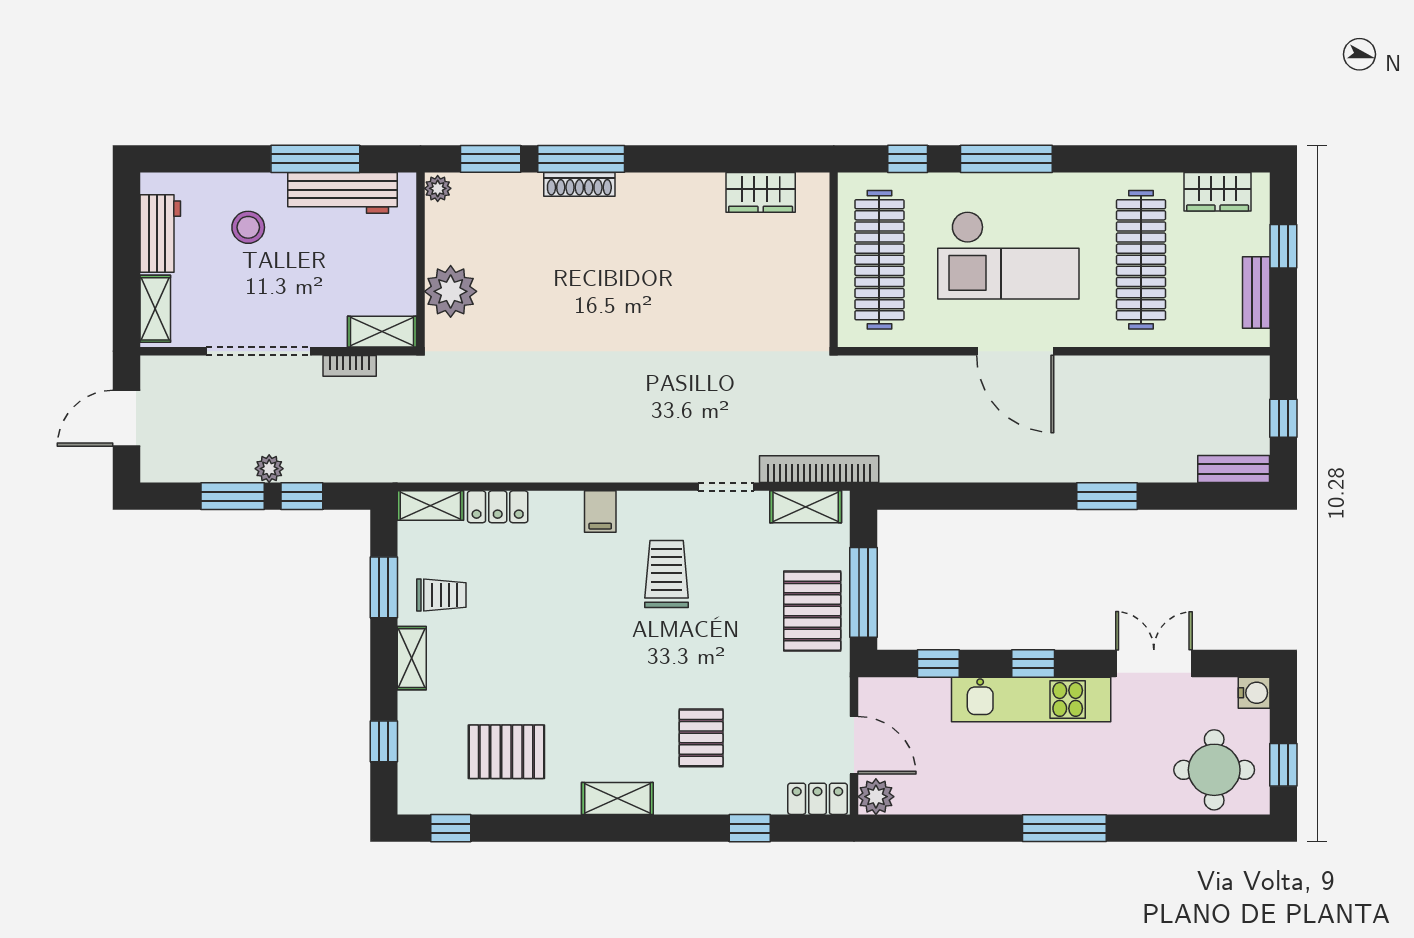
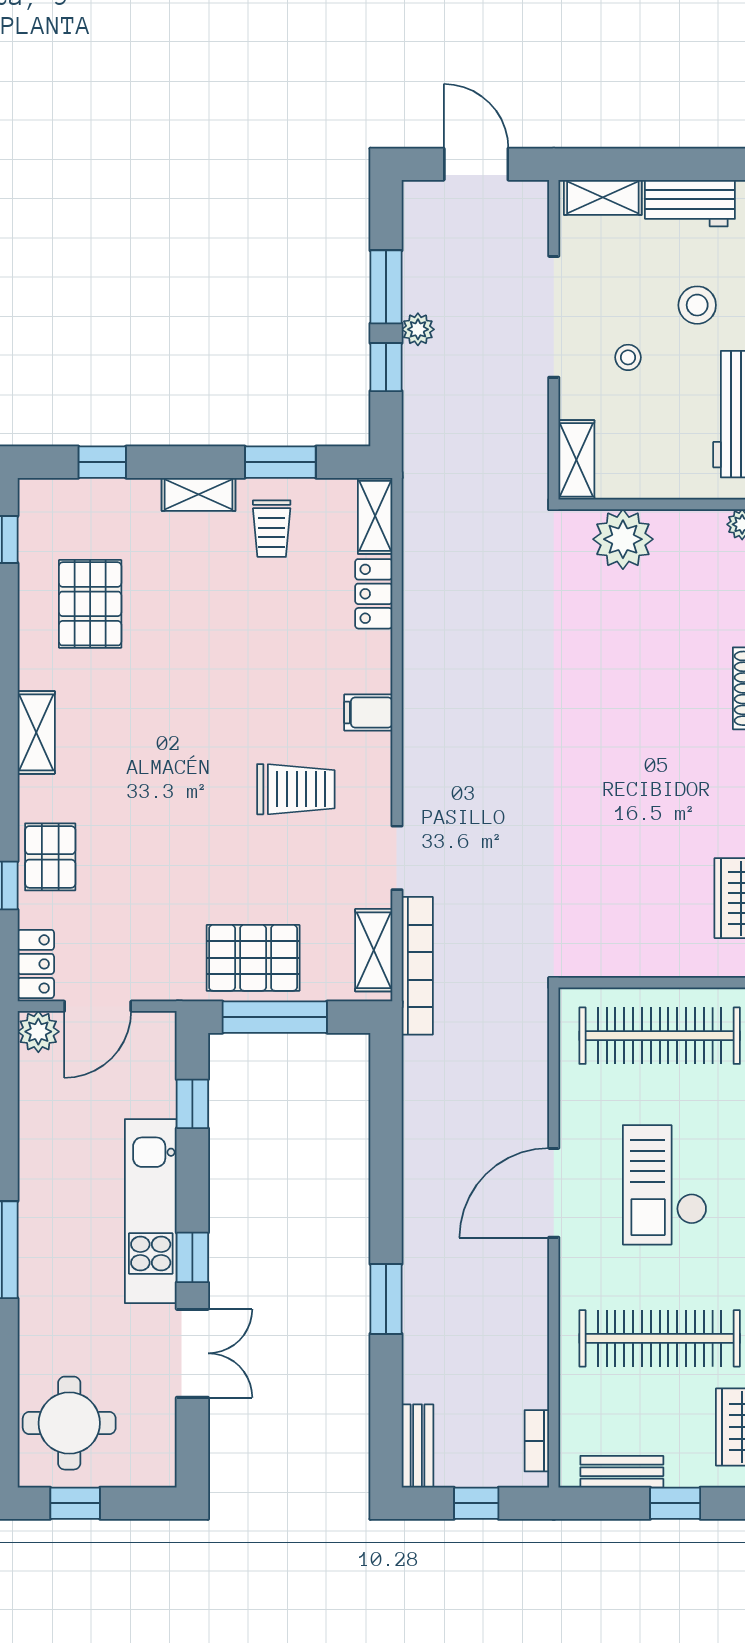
checkout: (1008, 255) -> (665, 1185), width x0.73, depth x0.83
stool: (293, 287) -> (628, 357), added
bookcase: (350, 366) -> (537, 1441), moved
window: (1033, 663) -> (192, 1257), moved
water cooler: (1254, 693) -> (158, 1469), removed
pallet: (701, 738) -> (50, 857), moved, turned 90

